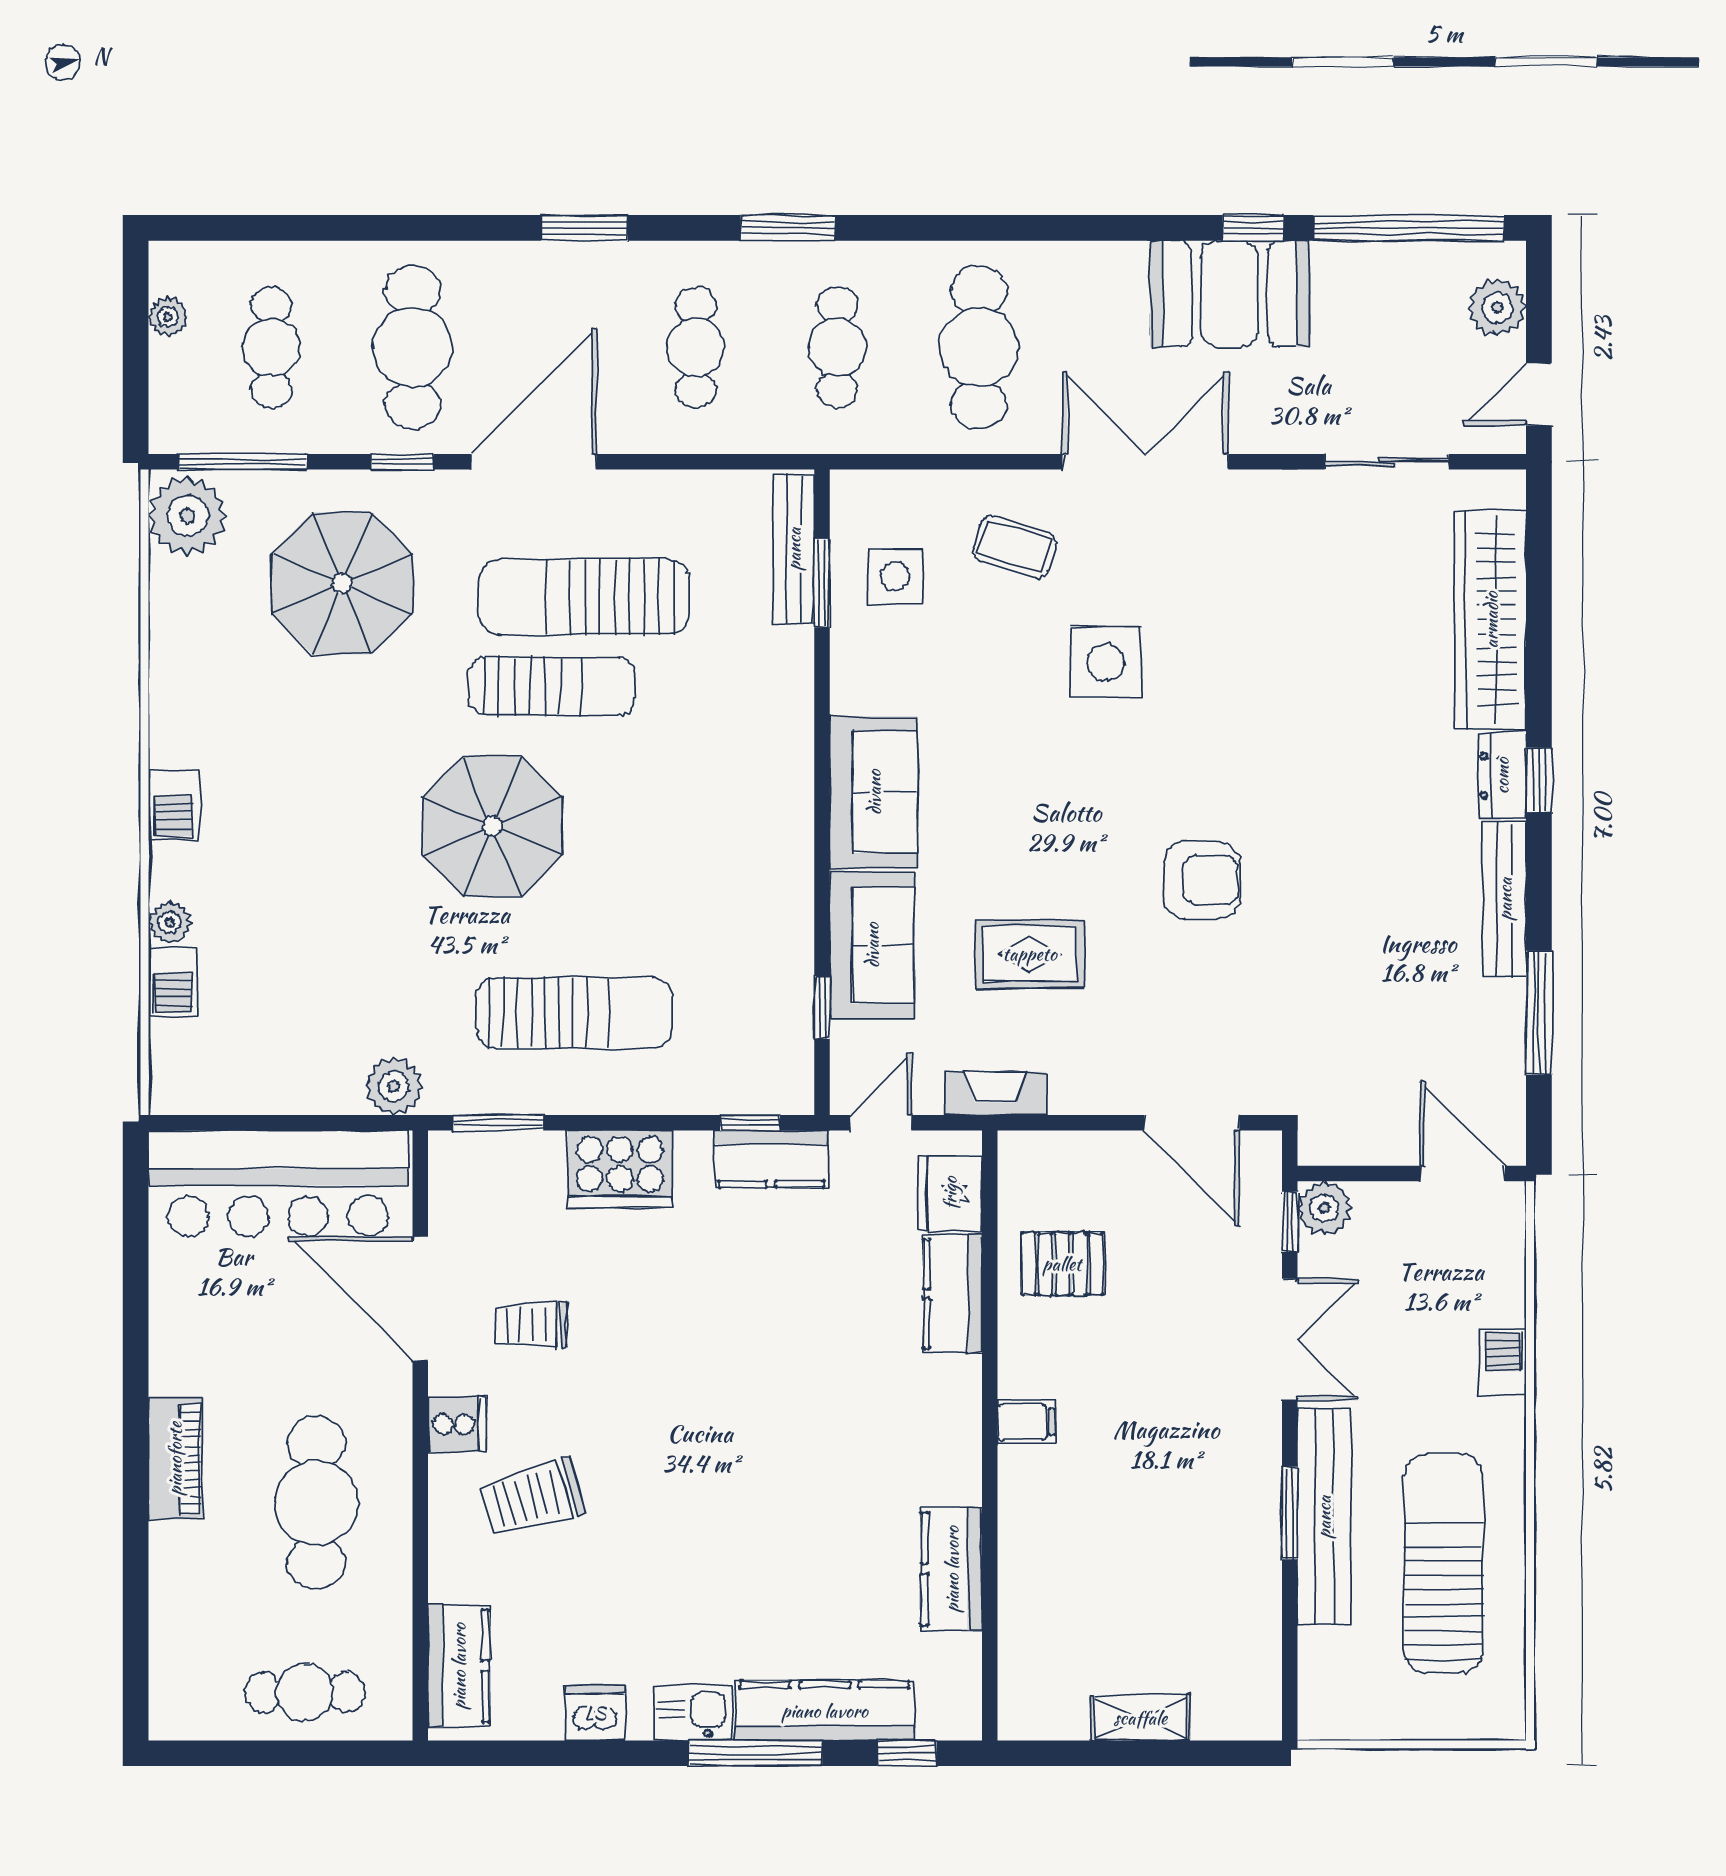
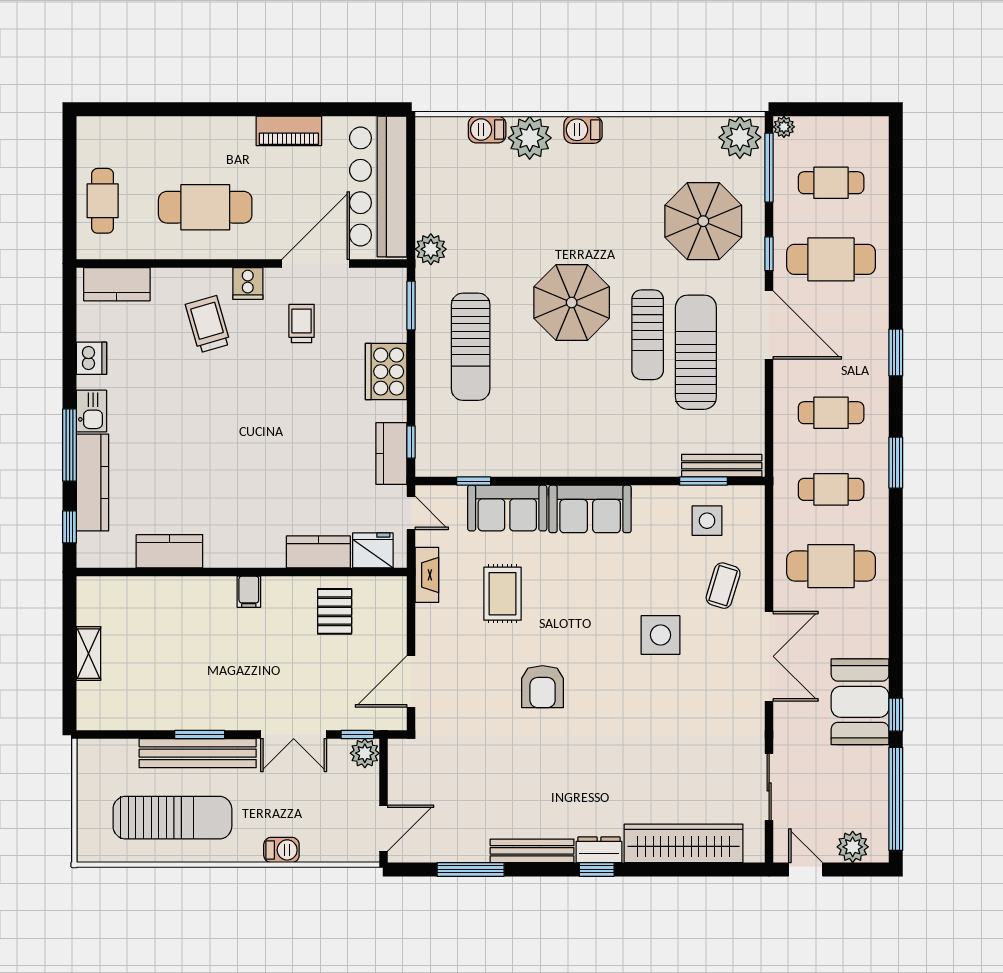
plant: (168, 317) -> (784, 127), moved
plant: (170, 922) -> (530, 138), width x1.88, depth x1.88
piano: (175, 1459) -> (289, 131), moved

